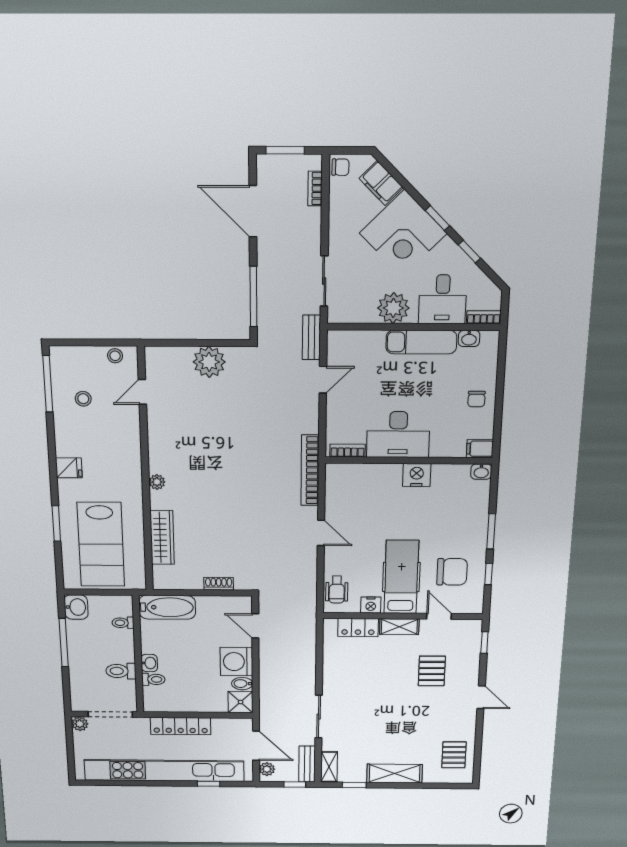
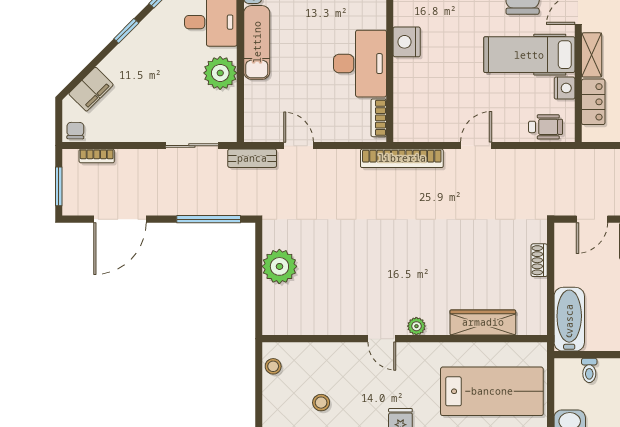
corner desk: (403, 233) -> (142, 65), removed
door: (142, 392) -> (382, 339), moved

